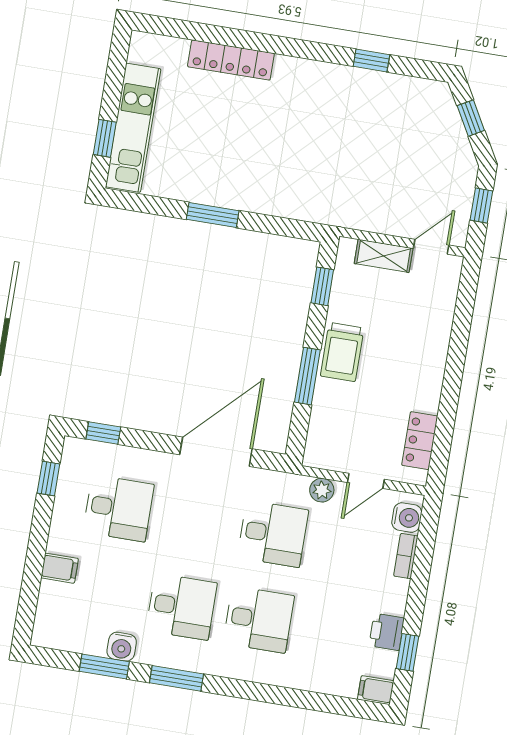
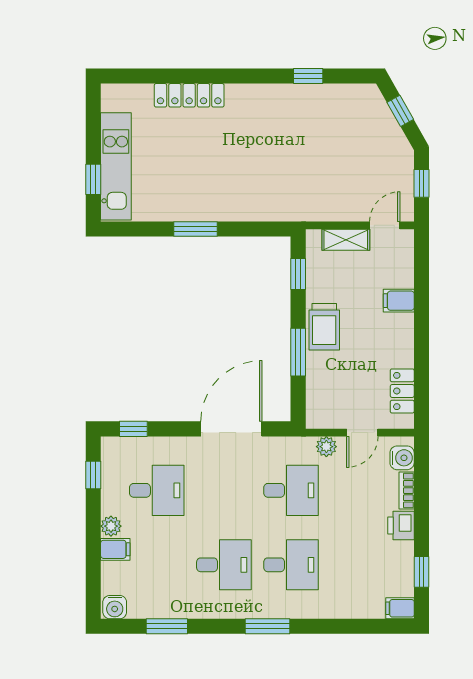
filing cabinet: (433, 336) -> (399, 301), added
plant: (59, 541) -> (111, 526), added
printer: (387, 632) -> (401, 526), moved
water cooler: (122, 647) -> (115, 607), moved
window: (177, 678) -> (268, 626), moved

